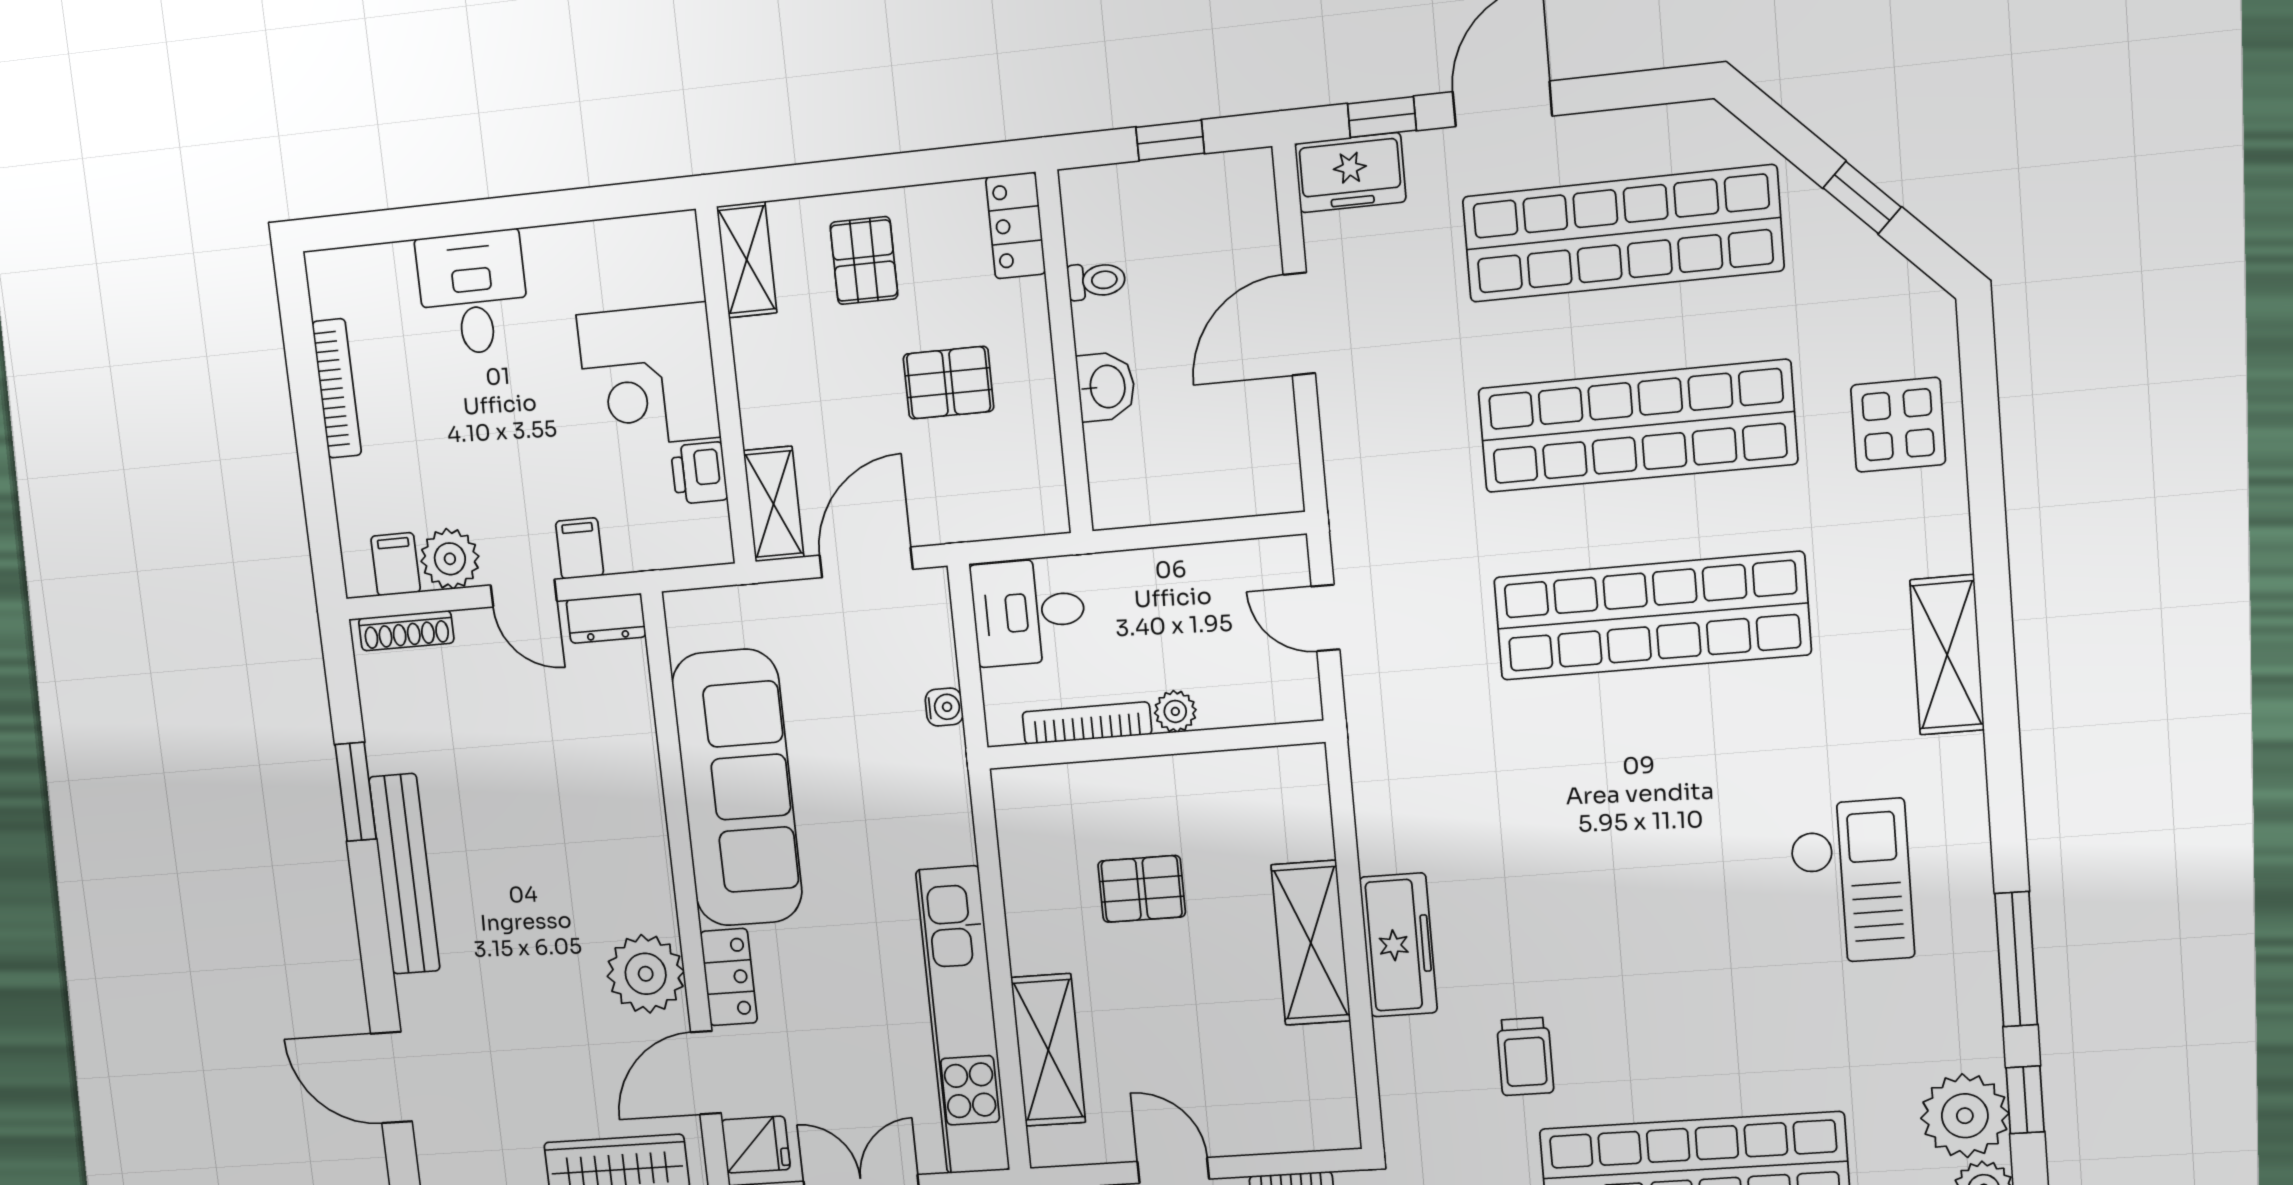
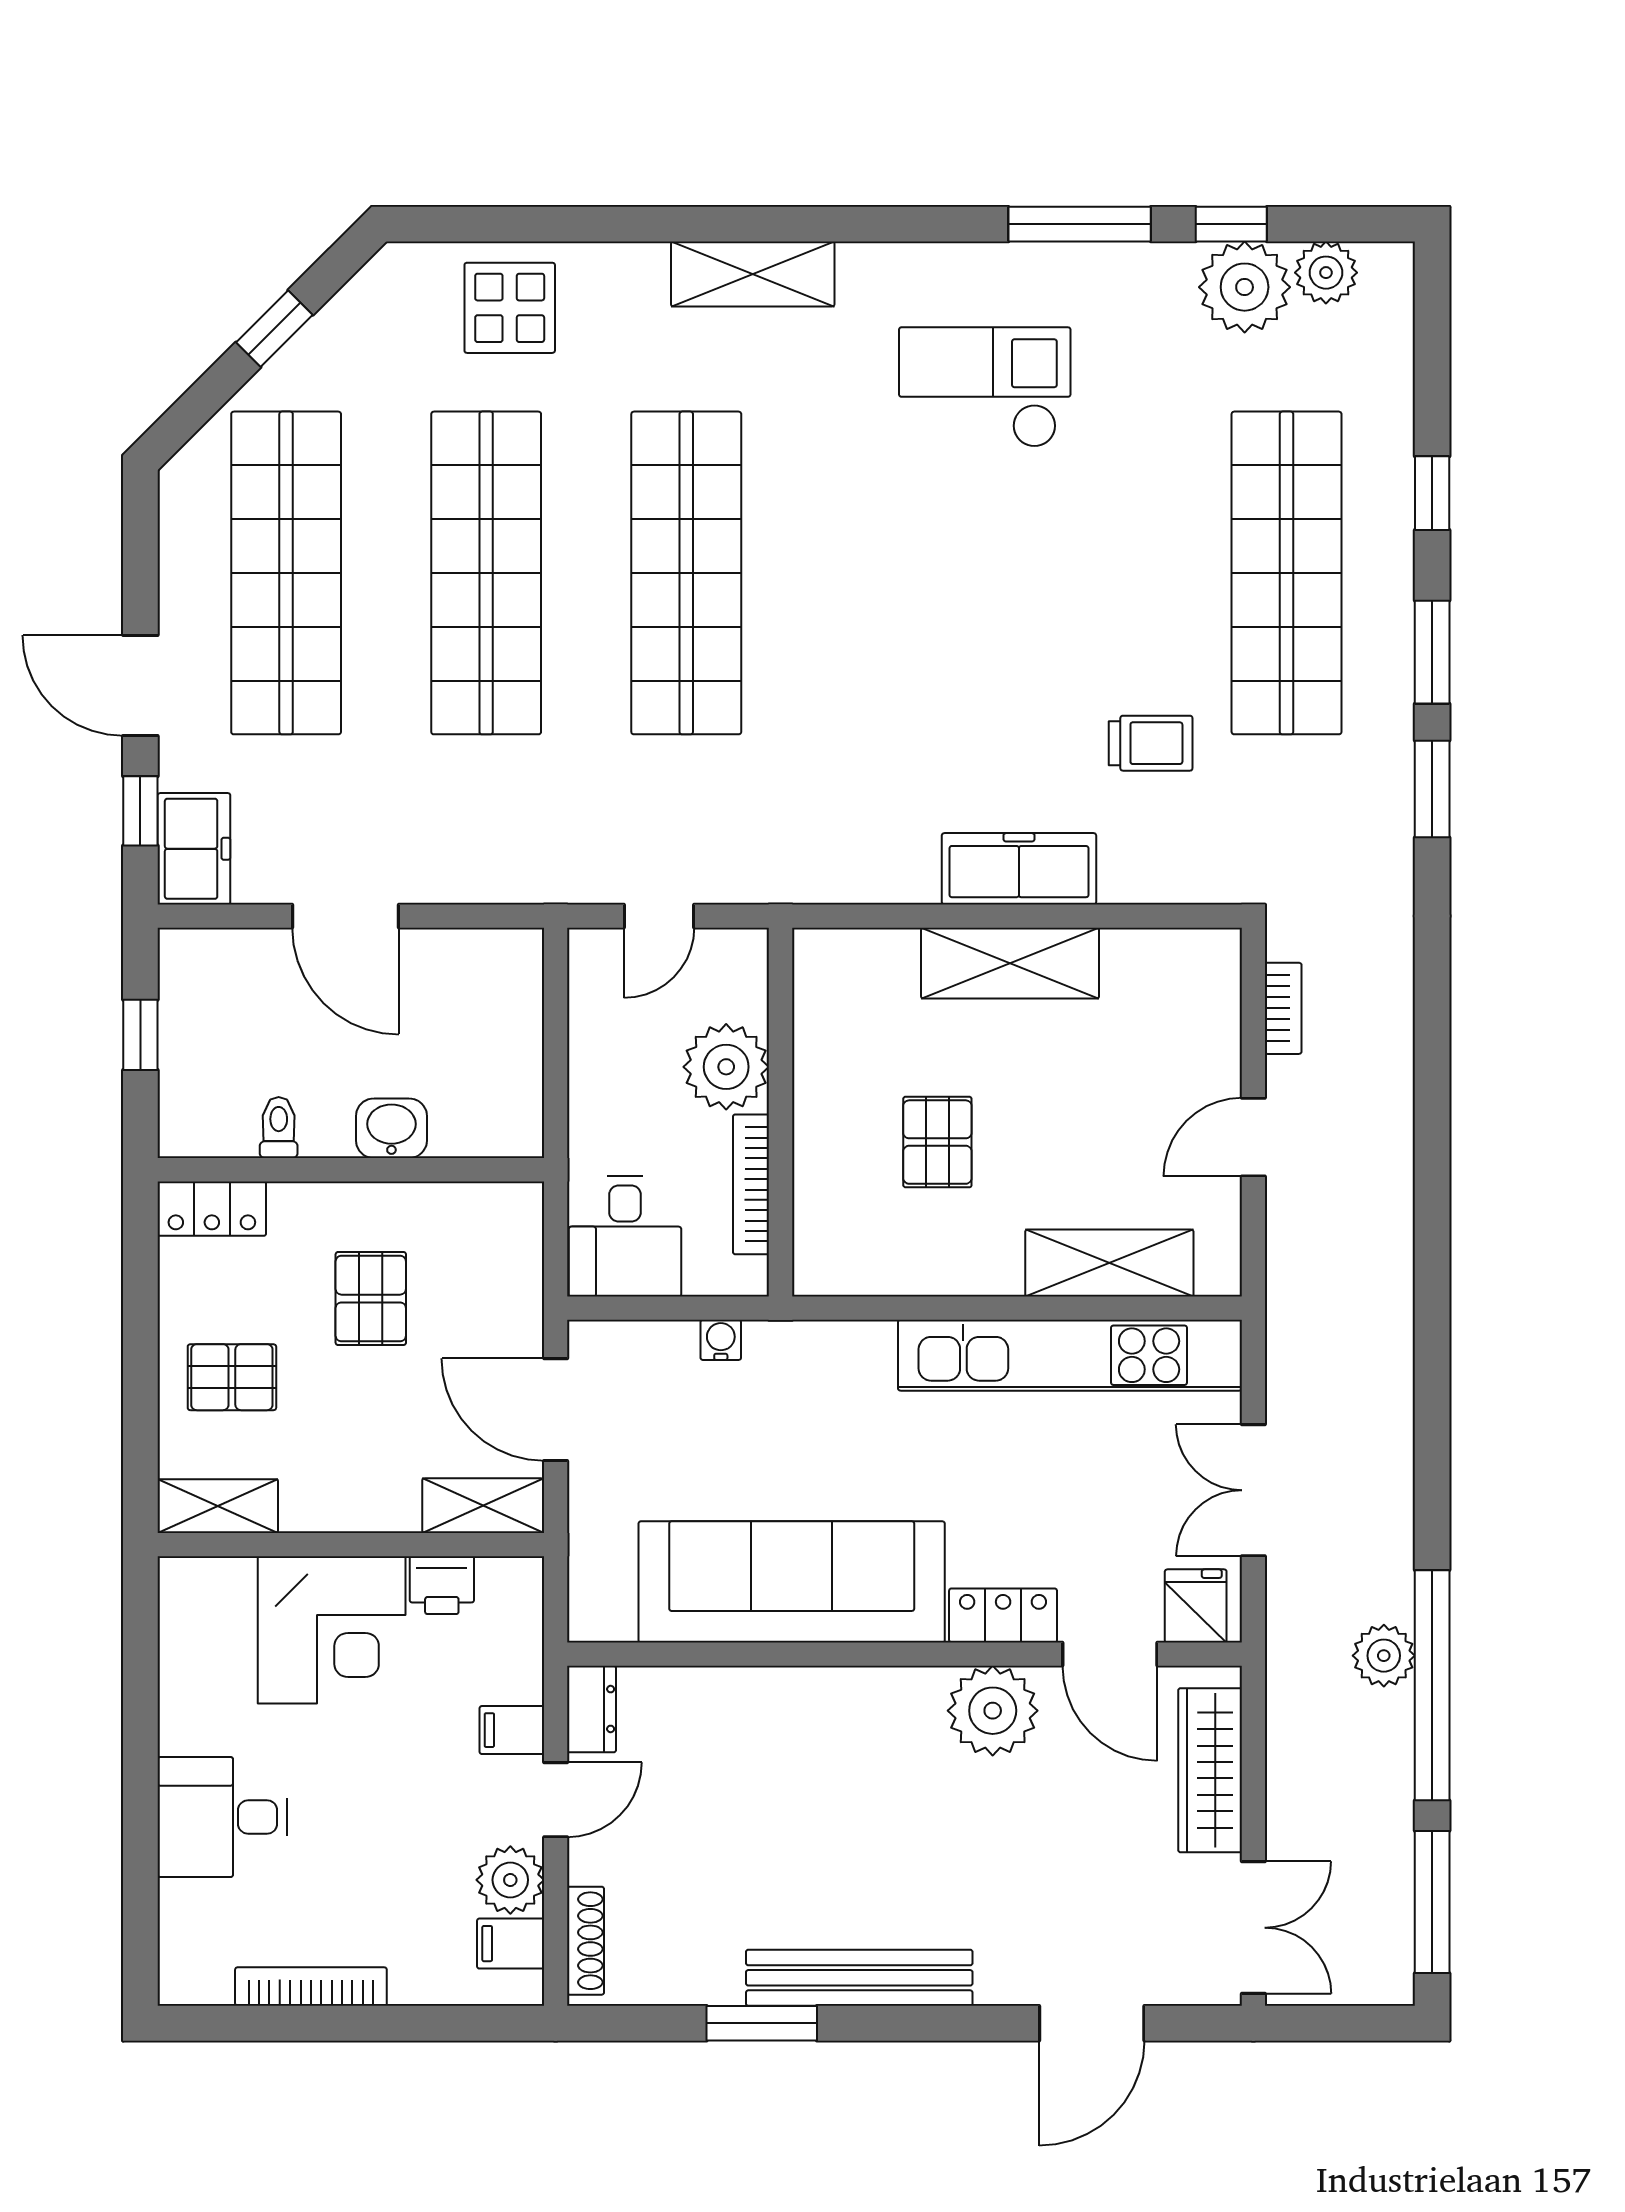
plant: (1175, 711) -> (726, 1067), width x1.88, depth x1.88

